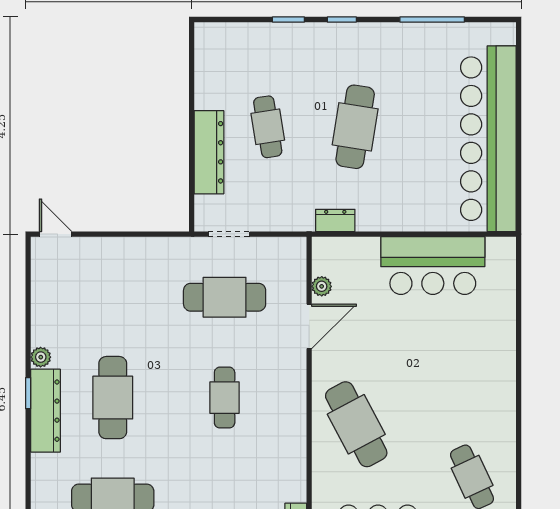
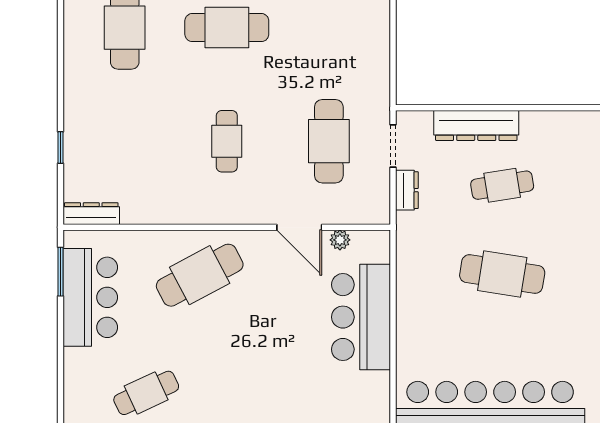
dresser: (335, 220) -> (407, 190), moved
bar counter: (433, 266) -> (361, 317), moved
cafe table: (225, 398) -> (227, 141), turned 90

